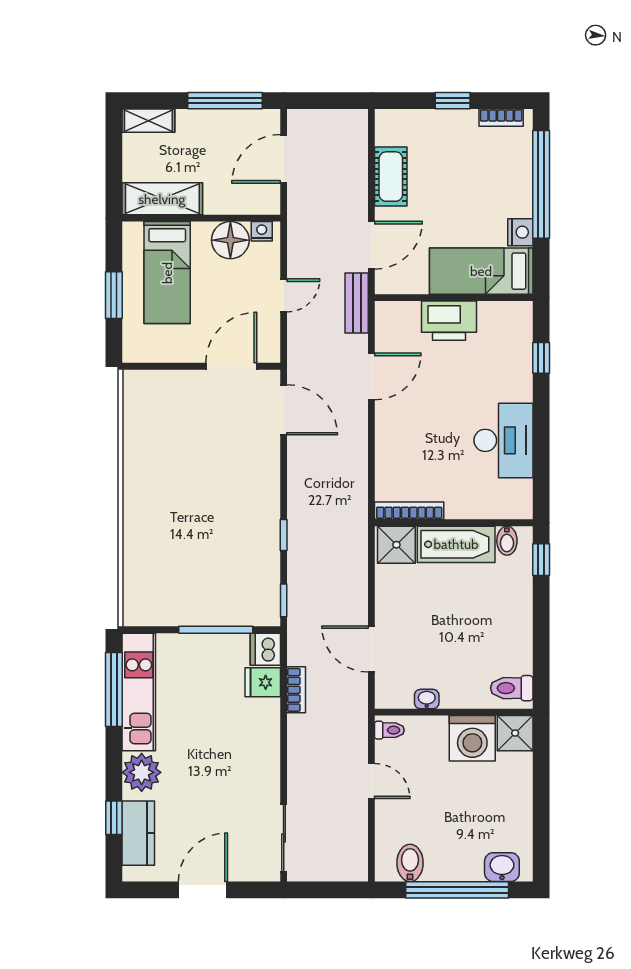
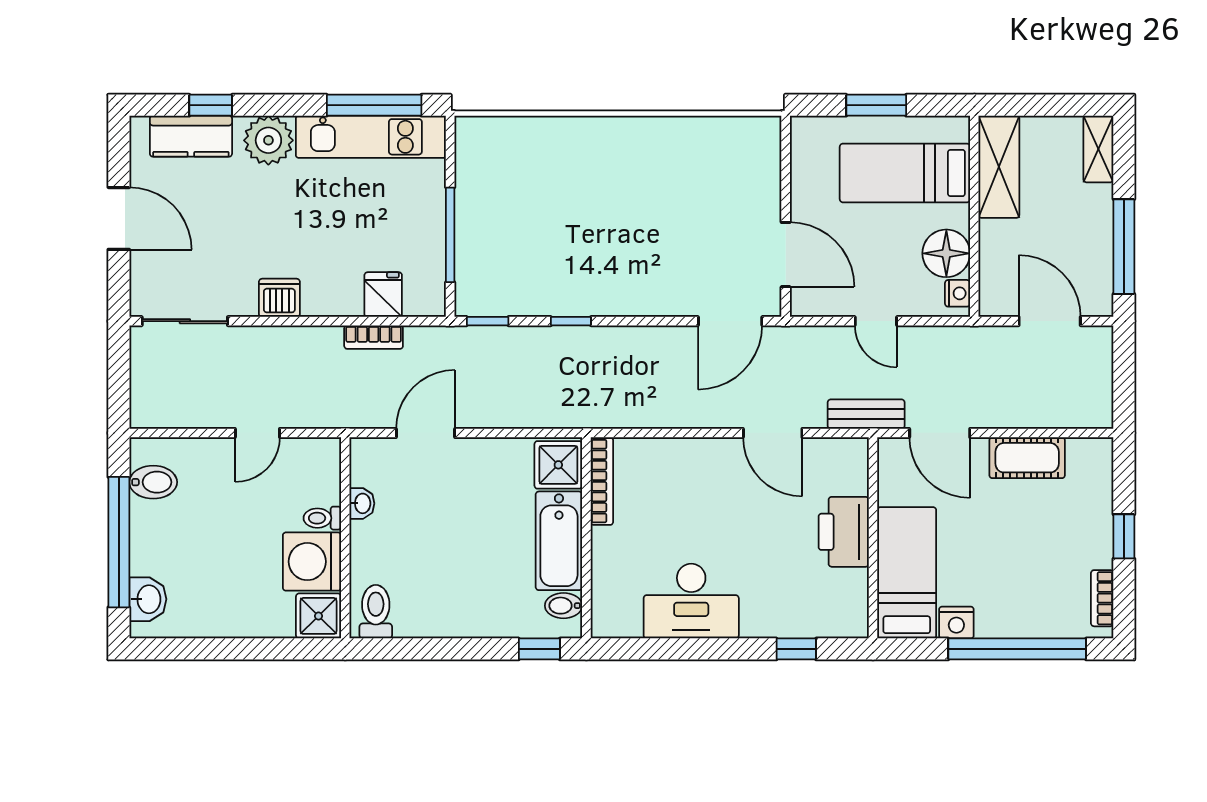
dishwasher: (265, 649) -> (279, 298), moved
toilet: (389, 730) -> (322, 518), moved, turned 90

